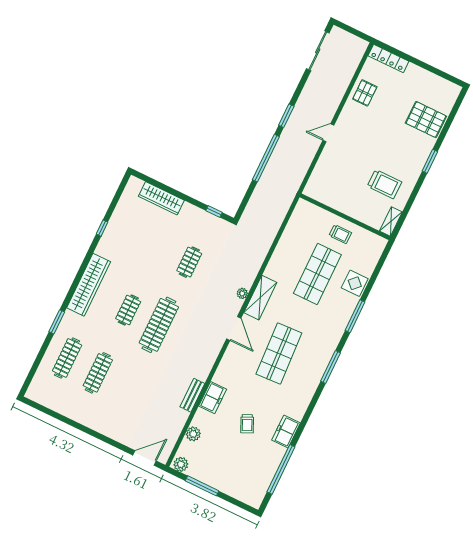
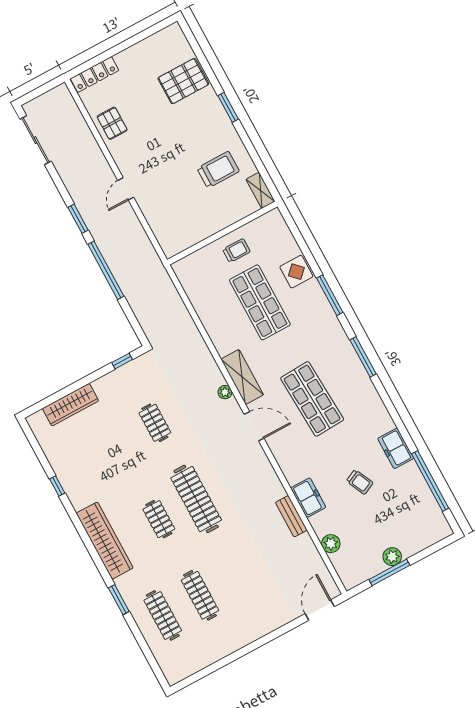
plant: (181, 464) -> (392, 557), moved

